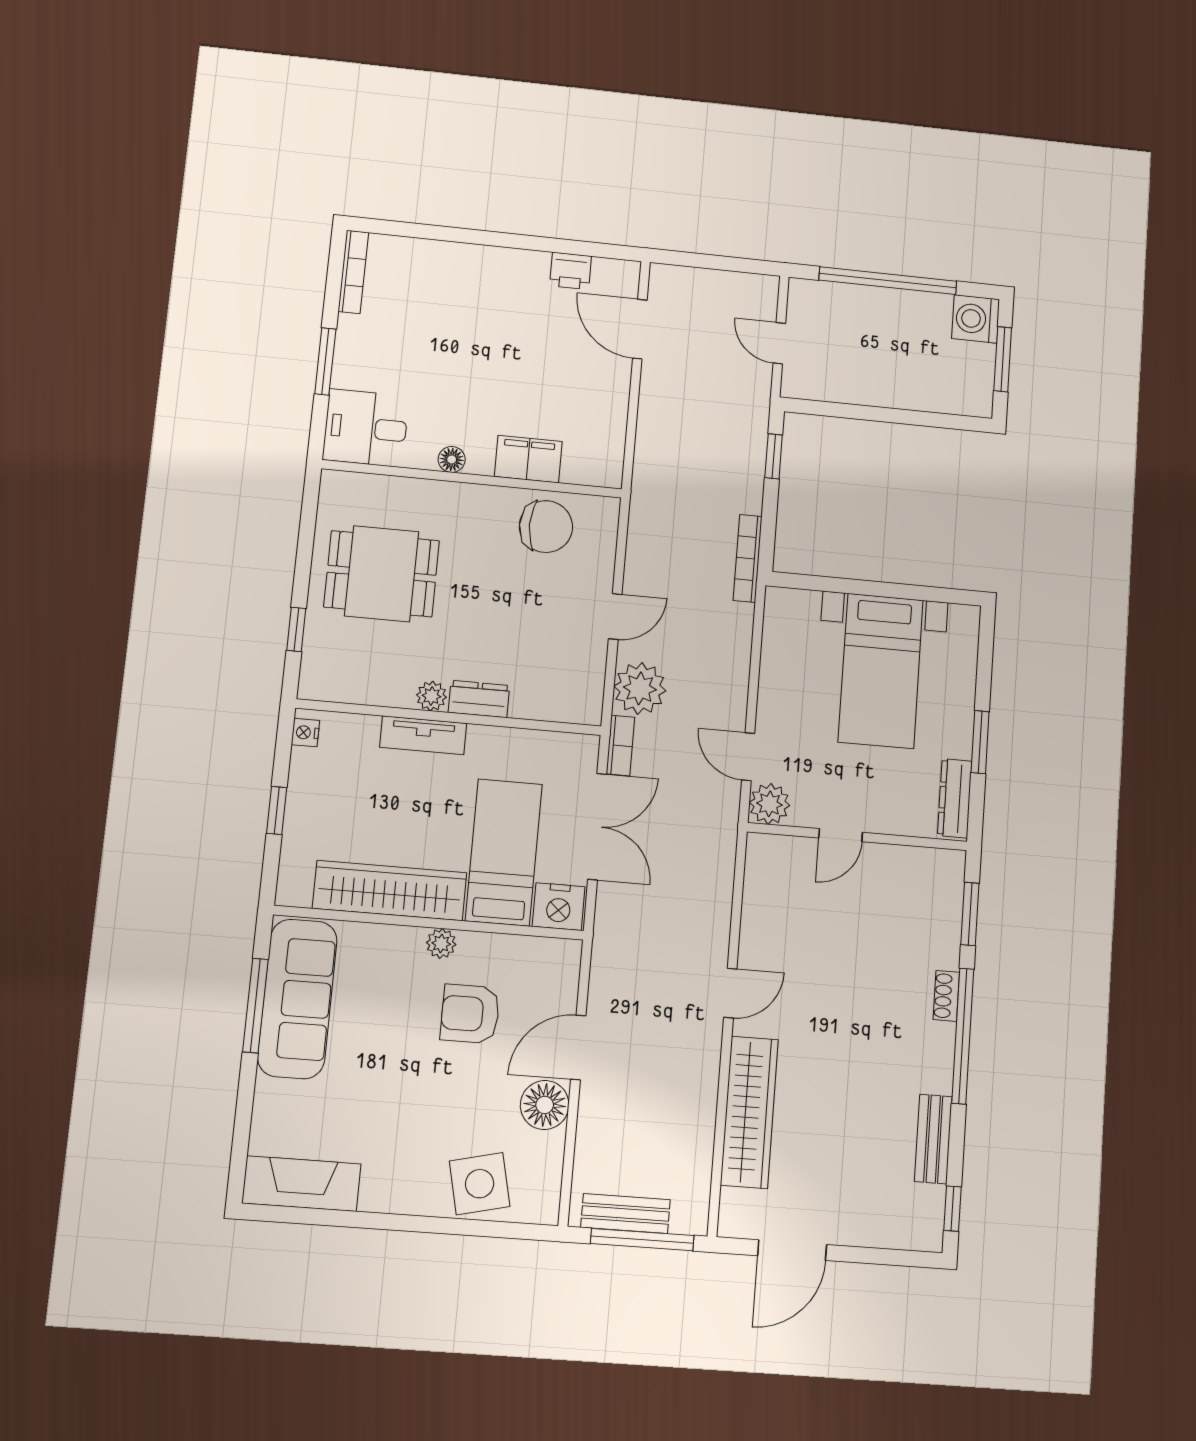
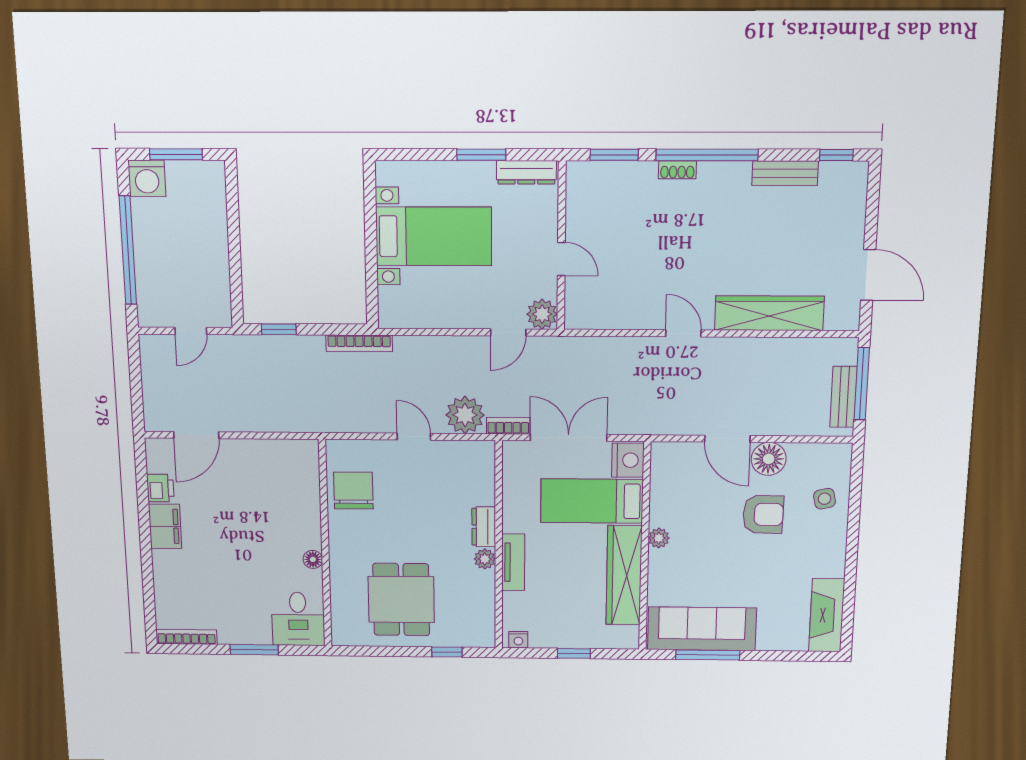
filing cabinet: (528, 459) -> (165, 526), moved, turned 180
armchair: (470, 1014) -> (763, 514), moved, turned -89
side table: (480, 1184) -> (824, 499), width x0.54, depth x0.54

